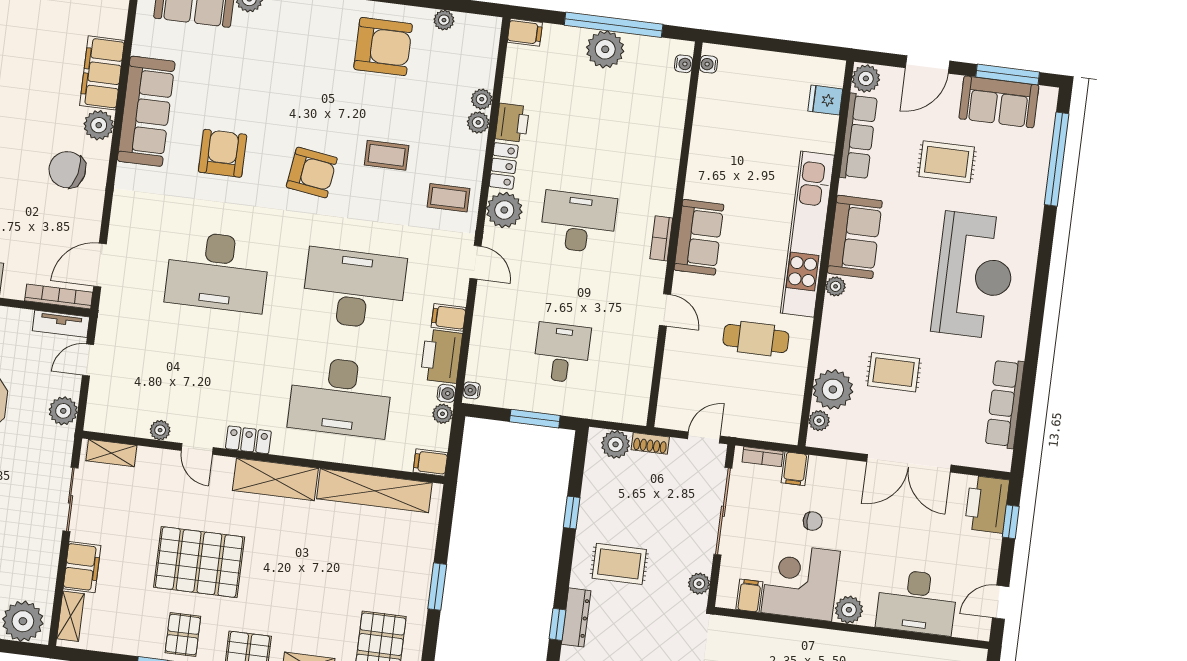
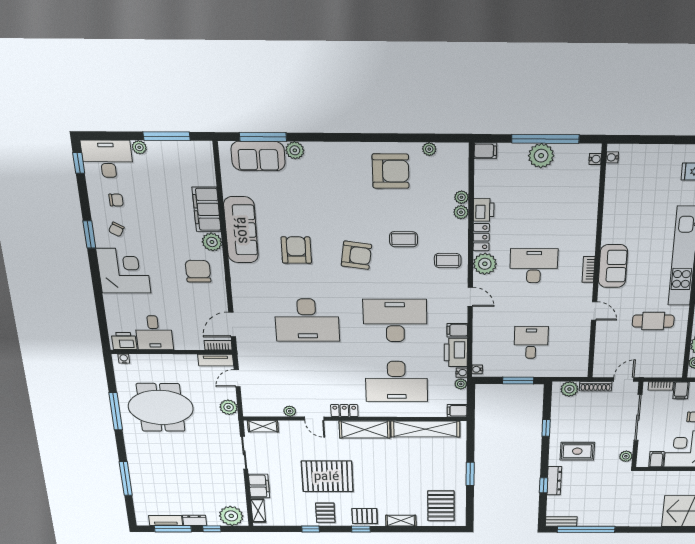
chair: (67, 170) -> (198, 271), turned 77
bookcase: (59, 297) -> (218, 345), width x0.64
shoe rack: (650, 443) -> (596, 386), width x1.43

